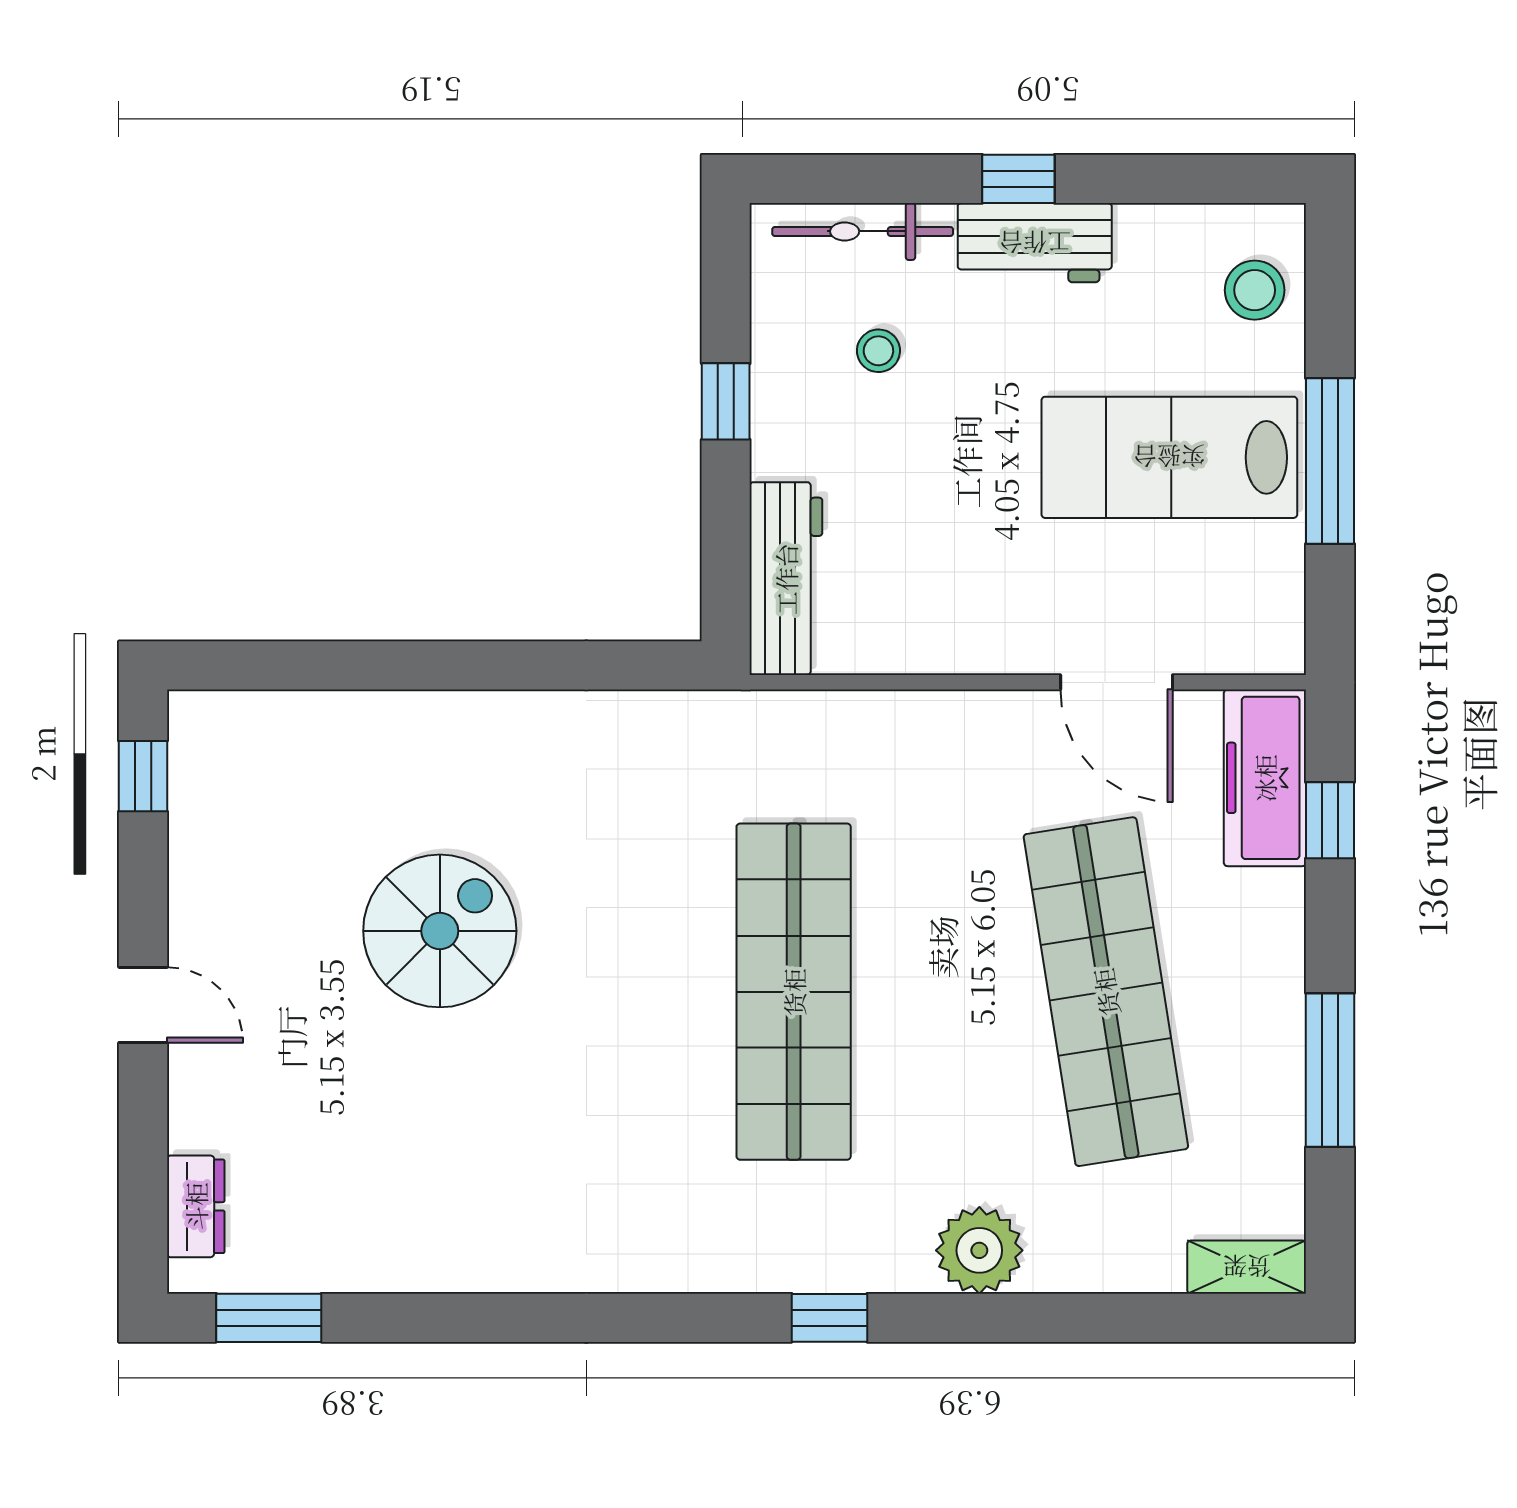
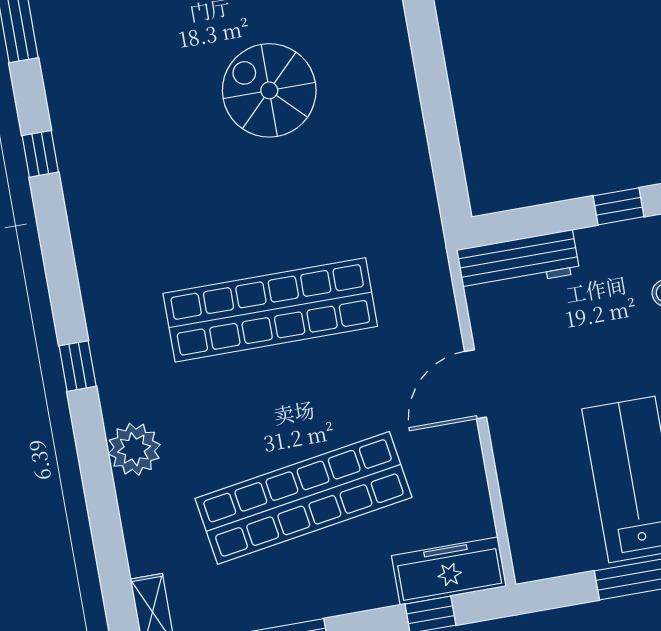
door: (1117, 682) -> (475, 384), moved
spiral stairs: (440, 931) -> (269, 90), turned 180
window: (477, 1318) -> (40, 154), added

